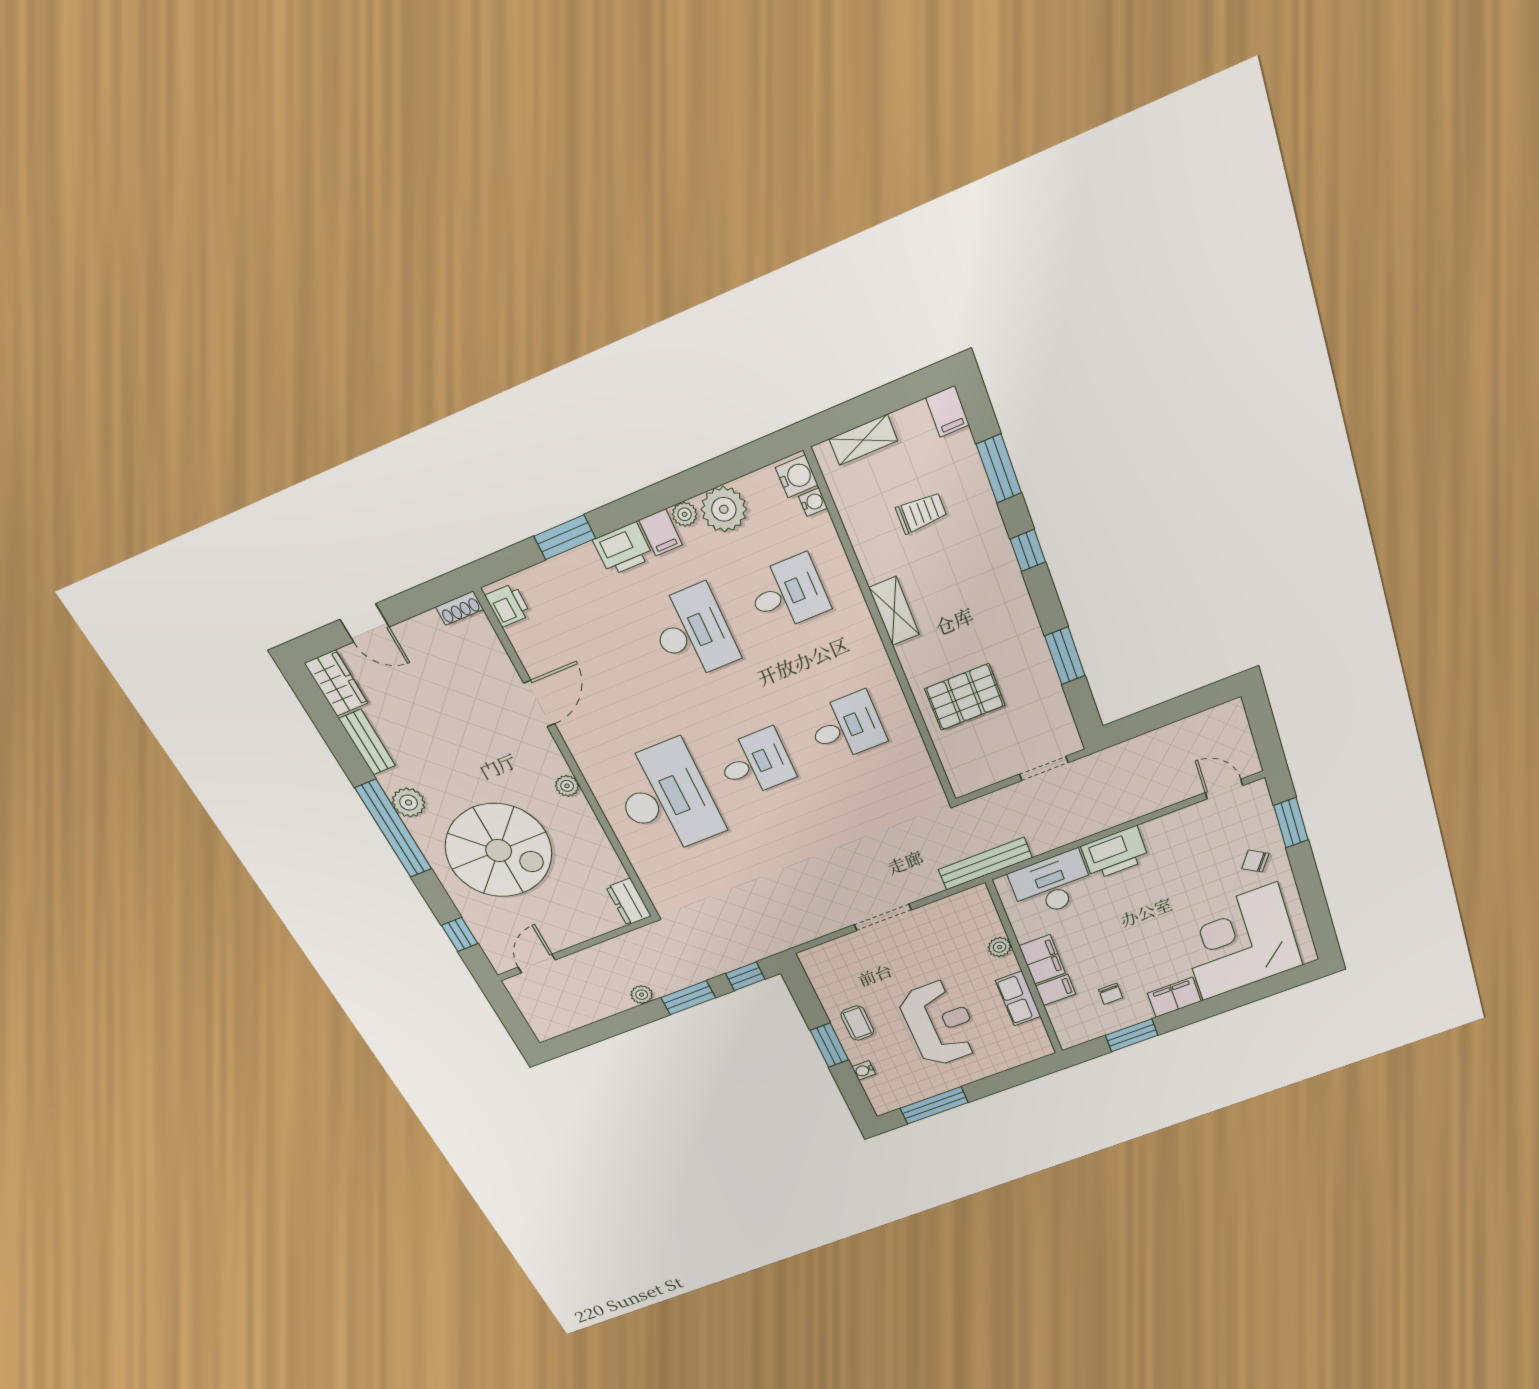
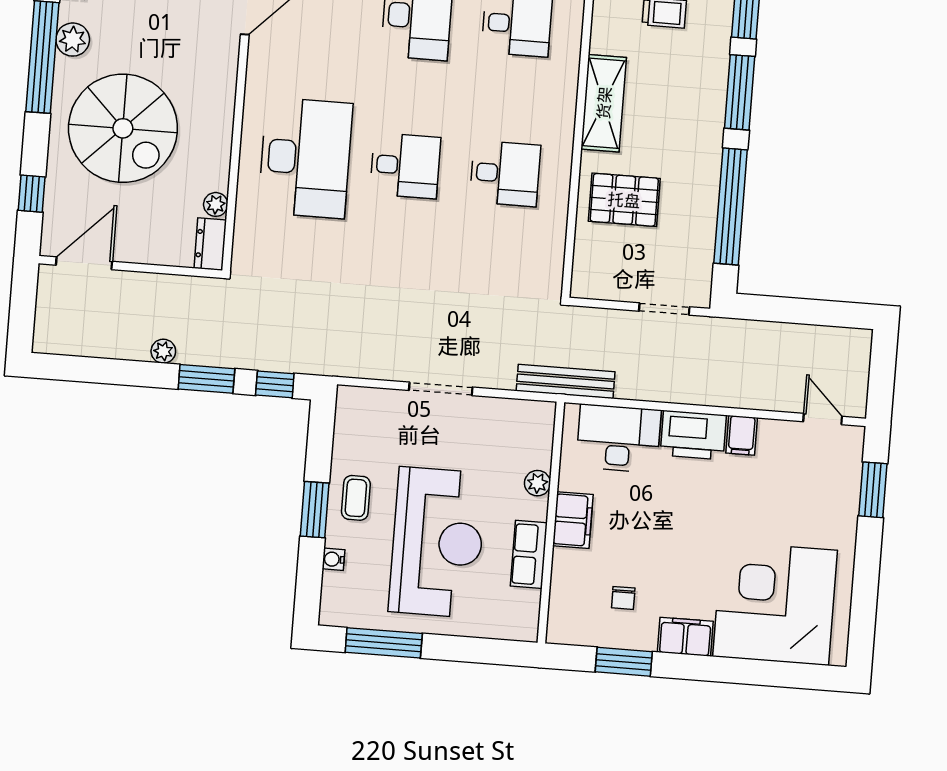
window: (1028, 550) -> (740, 92), width x2.17
shelving: (894, 611) -> (604, 103), width x1.50, depth x1.33
window: (1065, 656) -> (731, 207), width x2.11
plant: (567, 786) -> (216, 204), moved
chair: (1255, 861) -> (824, 515), removed
door: (537, 964) -> (84, 263), width x1.38
filing cabinet: (1056, 990) -> (742, 435), moved, turned 90
reception desk: (940, 1023) -> (437, 542), width x1.36, depth x1.30

